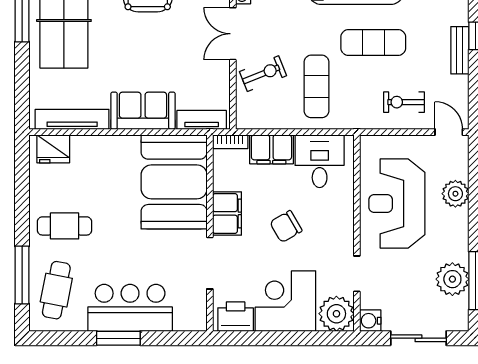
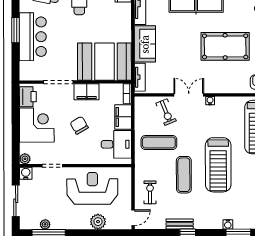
plant: (452, 279) -> (45, 224), width x0.53, depth x0.53
plant: (336, 314) -> (25, 159), width x0.53, depth x0.53

